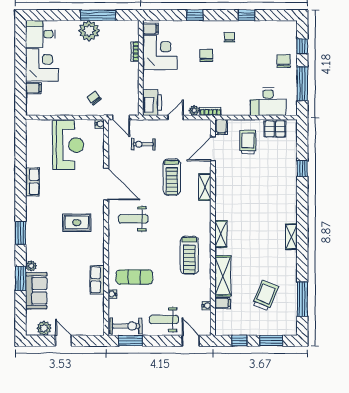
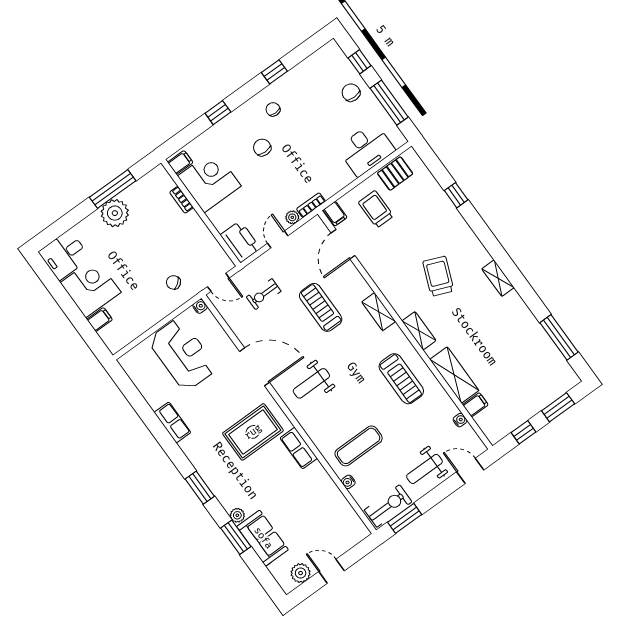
treadmill: (172, 177) -> (321, 307), turned 180
shelving: (205, 187) -> (379, 312), moved
rug: (77, 223) -> (253, 432), width x1.36, depth x1.43
row of seats: (97, 280) -> (299, 448), moved
trolley: (265, 295) -> (438, 276), moved

